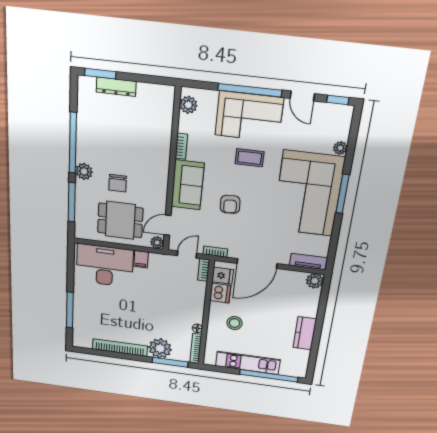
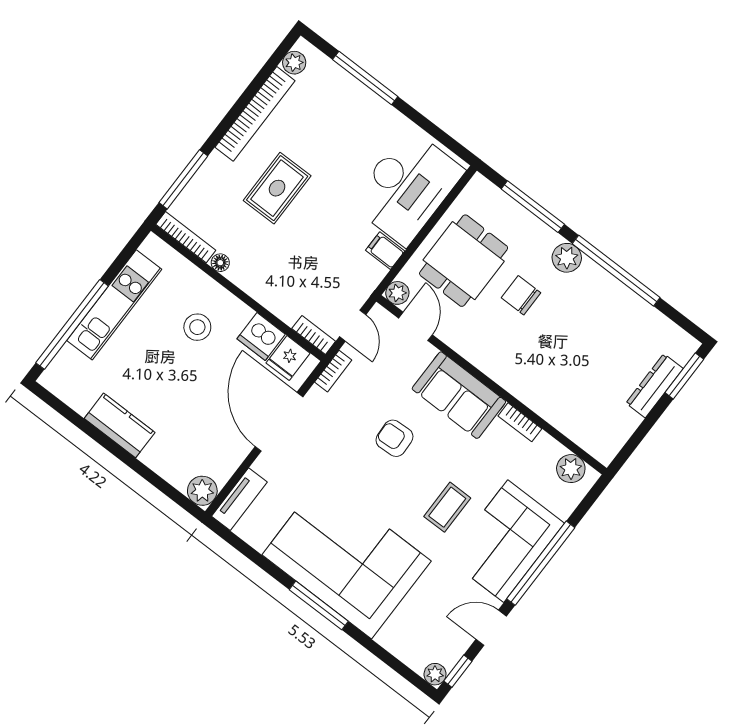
plant: (340, 148) -> (435, 674), moved
rug: (146, 322) -> (277, 188), added
plant: (160, 348) -> (294, 63), moved, width x0.53, depth x0.53

